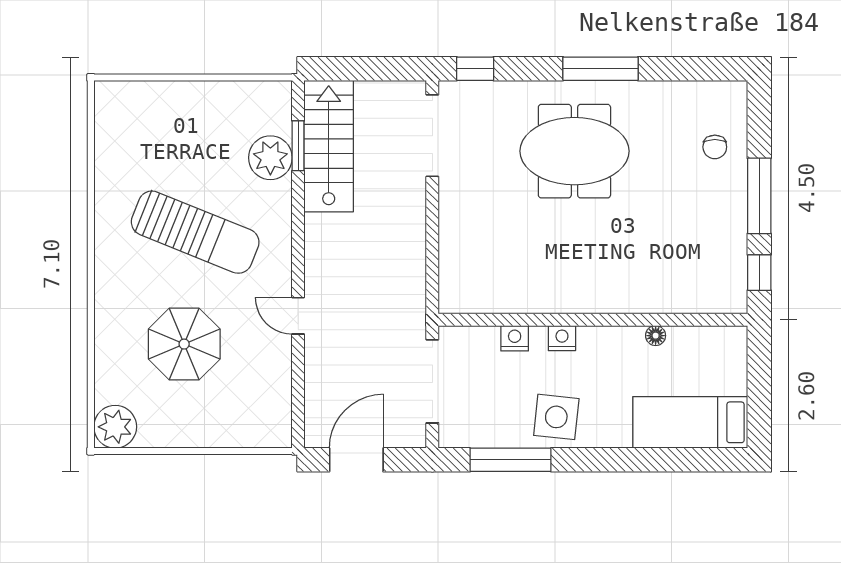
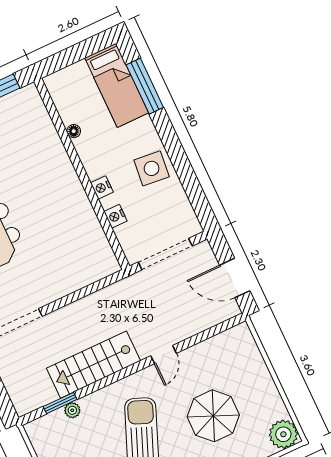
stairs: (329, 146) -> (94, 365), moved
plant: (270, 158) -> (72, 410), width x0.53, depth x0.53
window: (510, 460) -> (145, 86), moved

